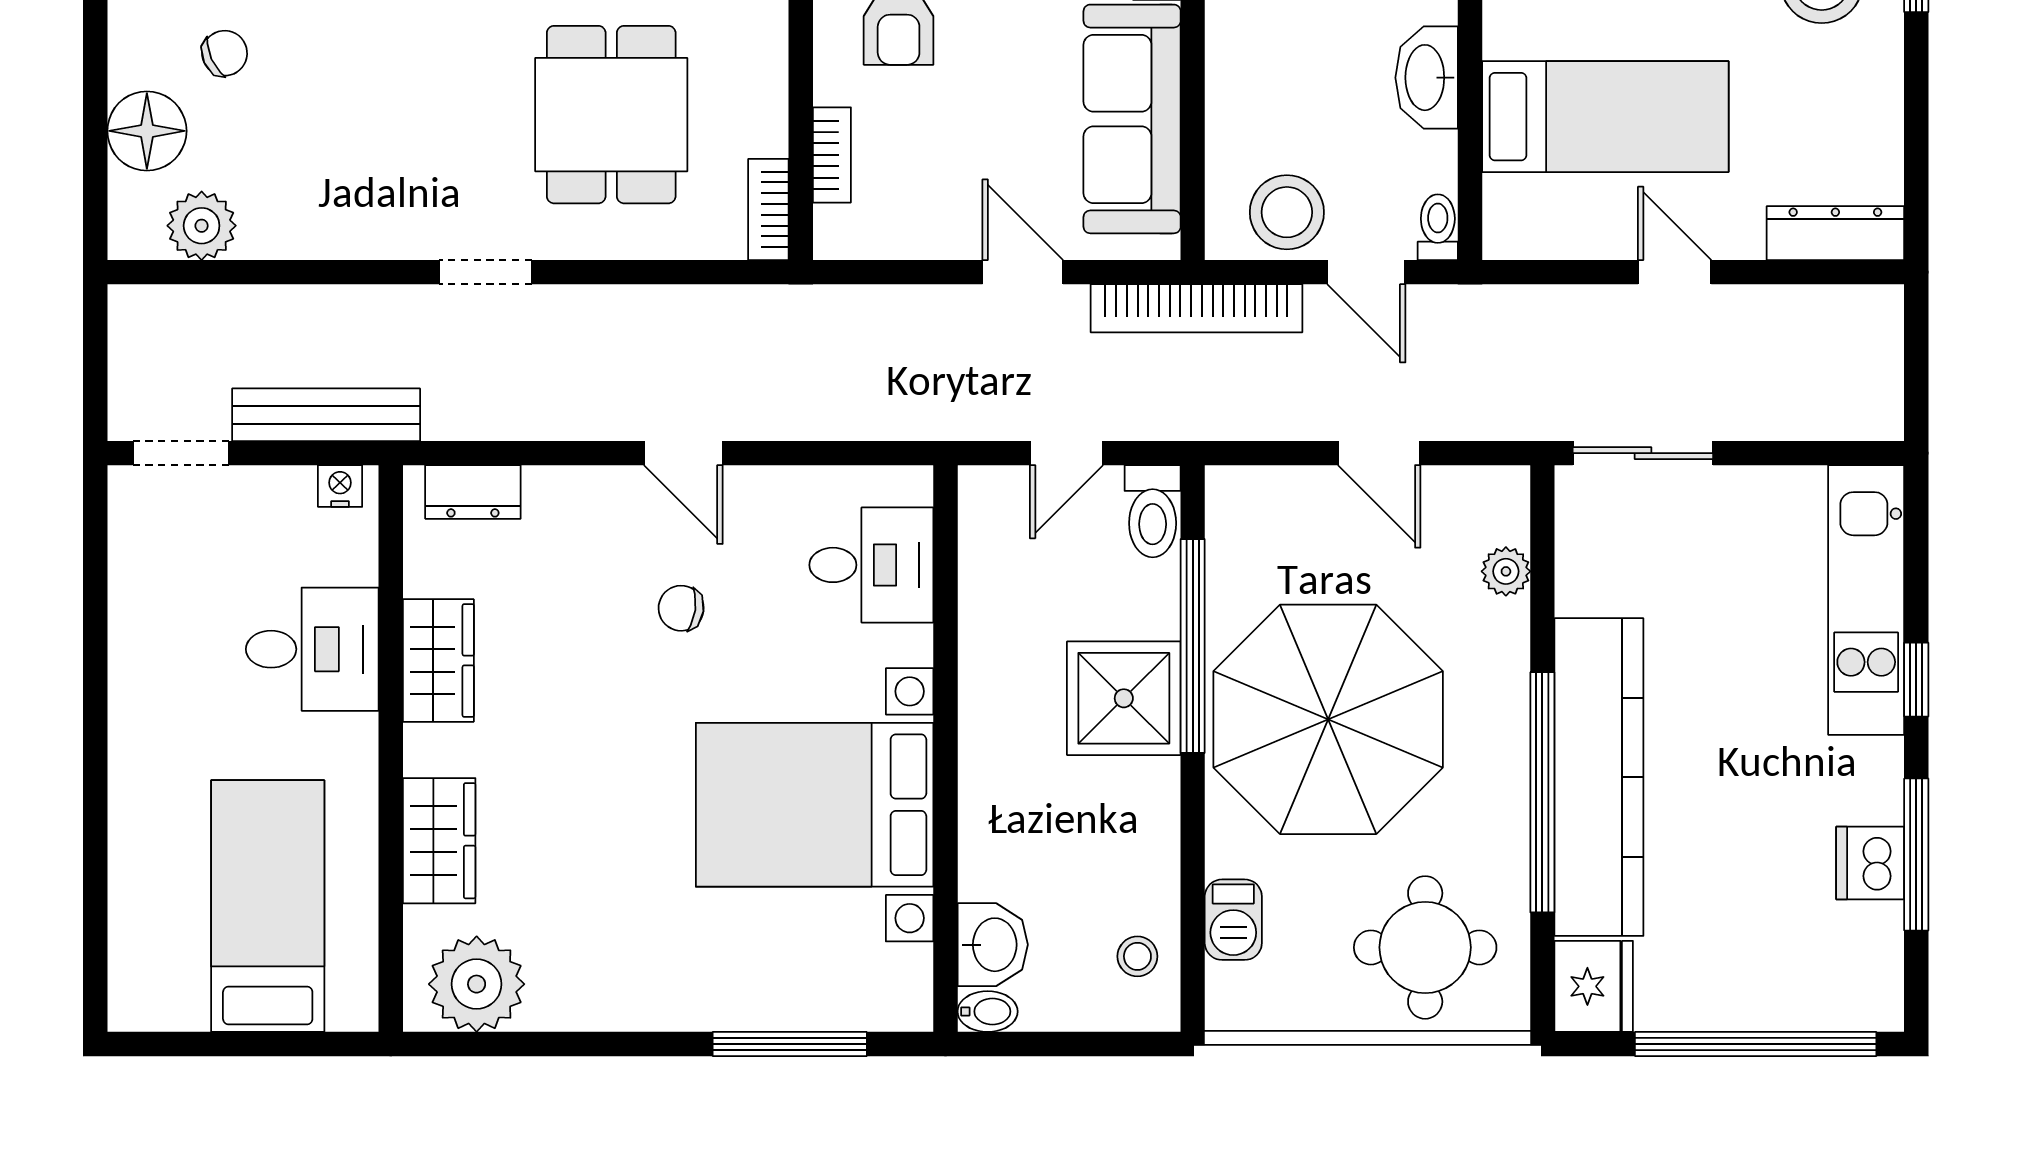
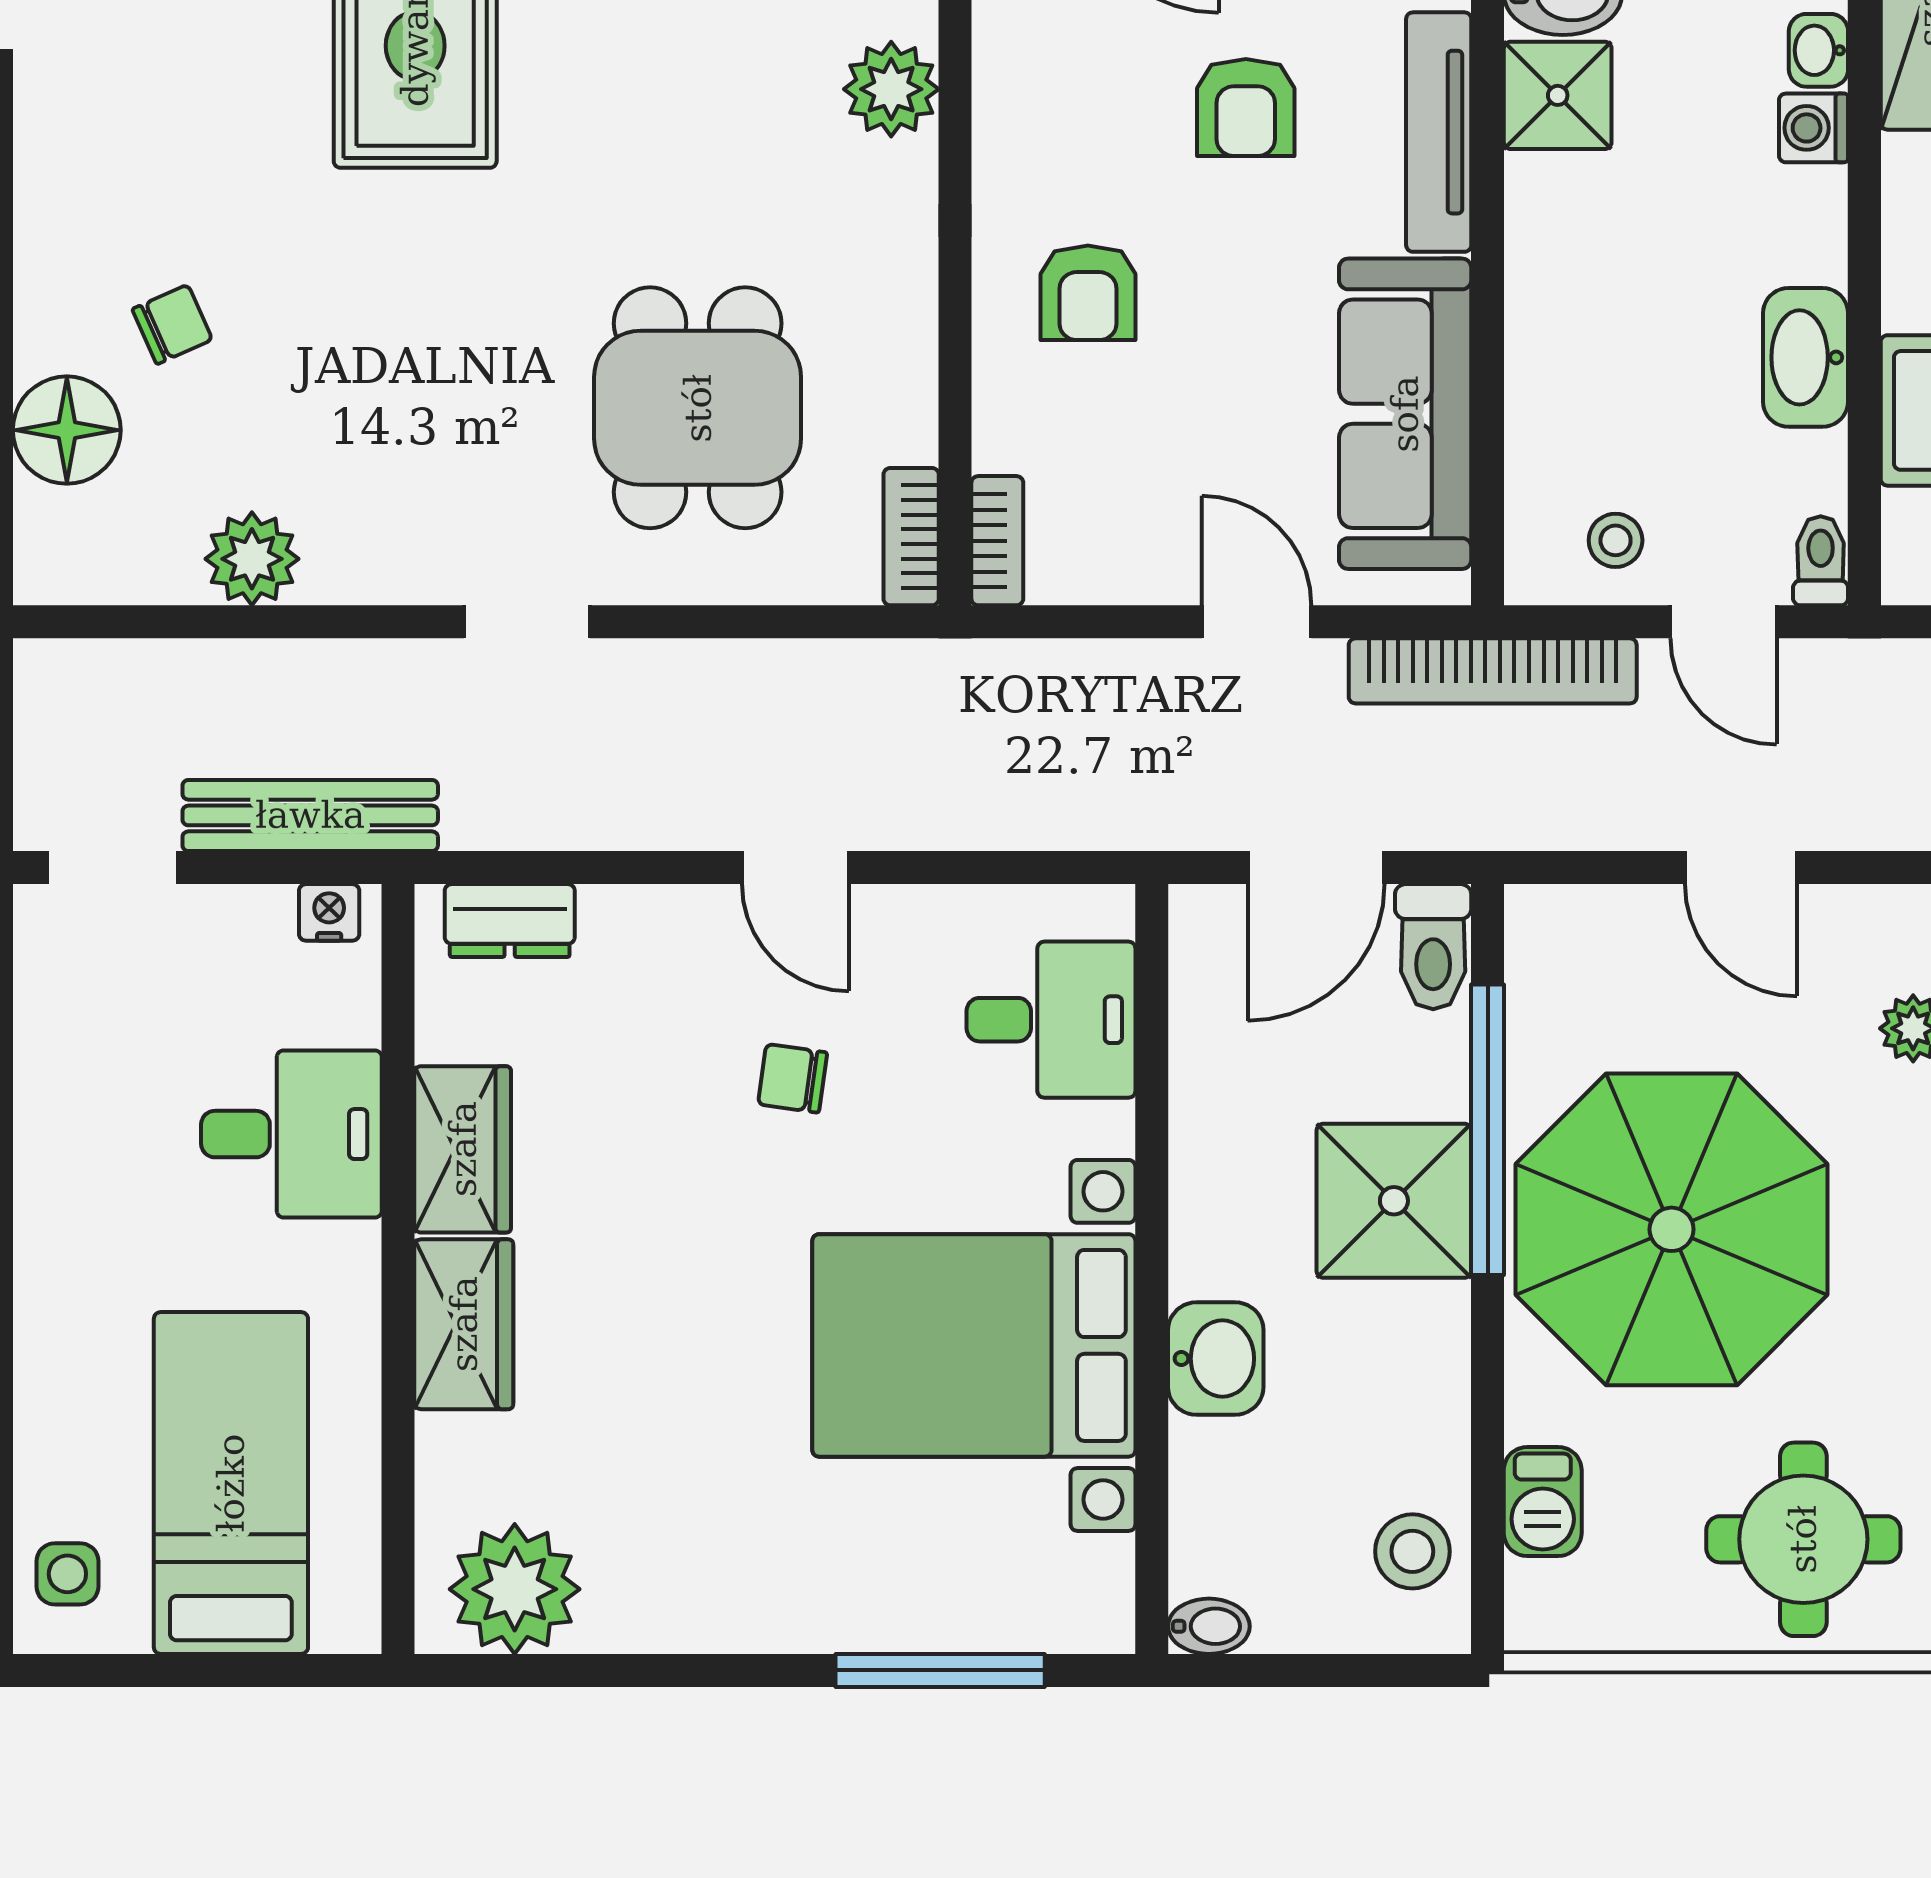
bookcase: (832, 155) -> (997, 541), moved
stool: (1287, 212) -> (1616, 540), width x0.53, depth x0.53
plant: (202, 226) -> (252, 559), moved
door: (1066, 453) -> (1316, 868), width x1.38
wardrobe: (439, 841) -> (464, 1324), moved
washbasin: (993, 945) -> (1216, 1359), moved
stool: (1137, 956) -> (1412, 1551), width x1.37, depth x1.37
side table: (147, 973) -> (67, 1574), added

